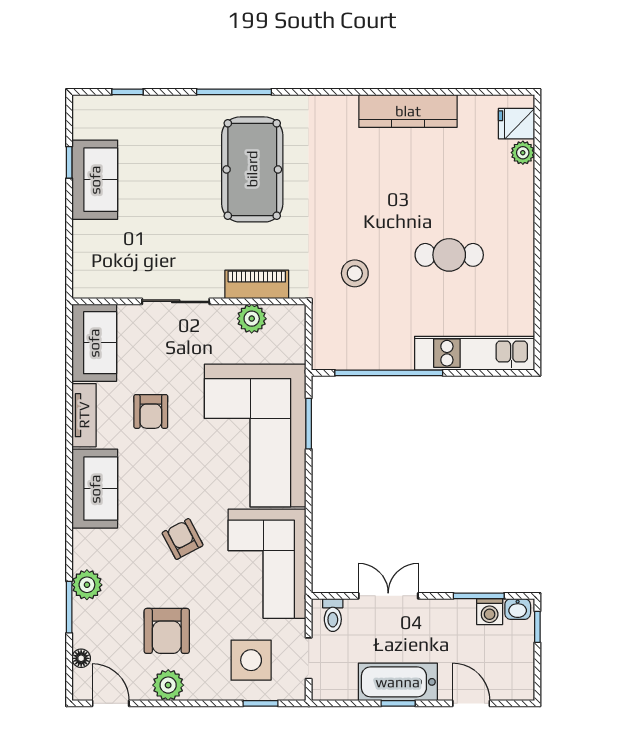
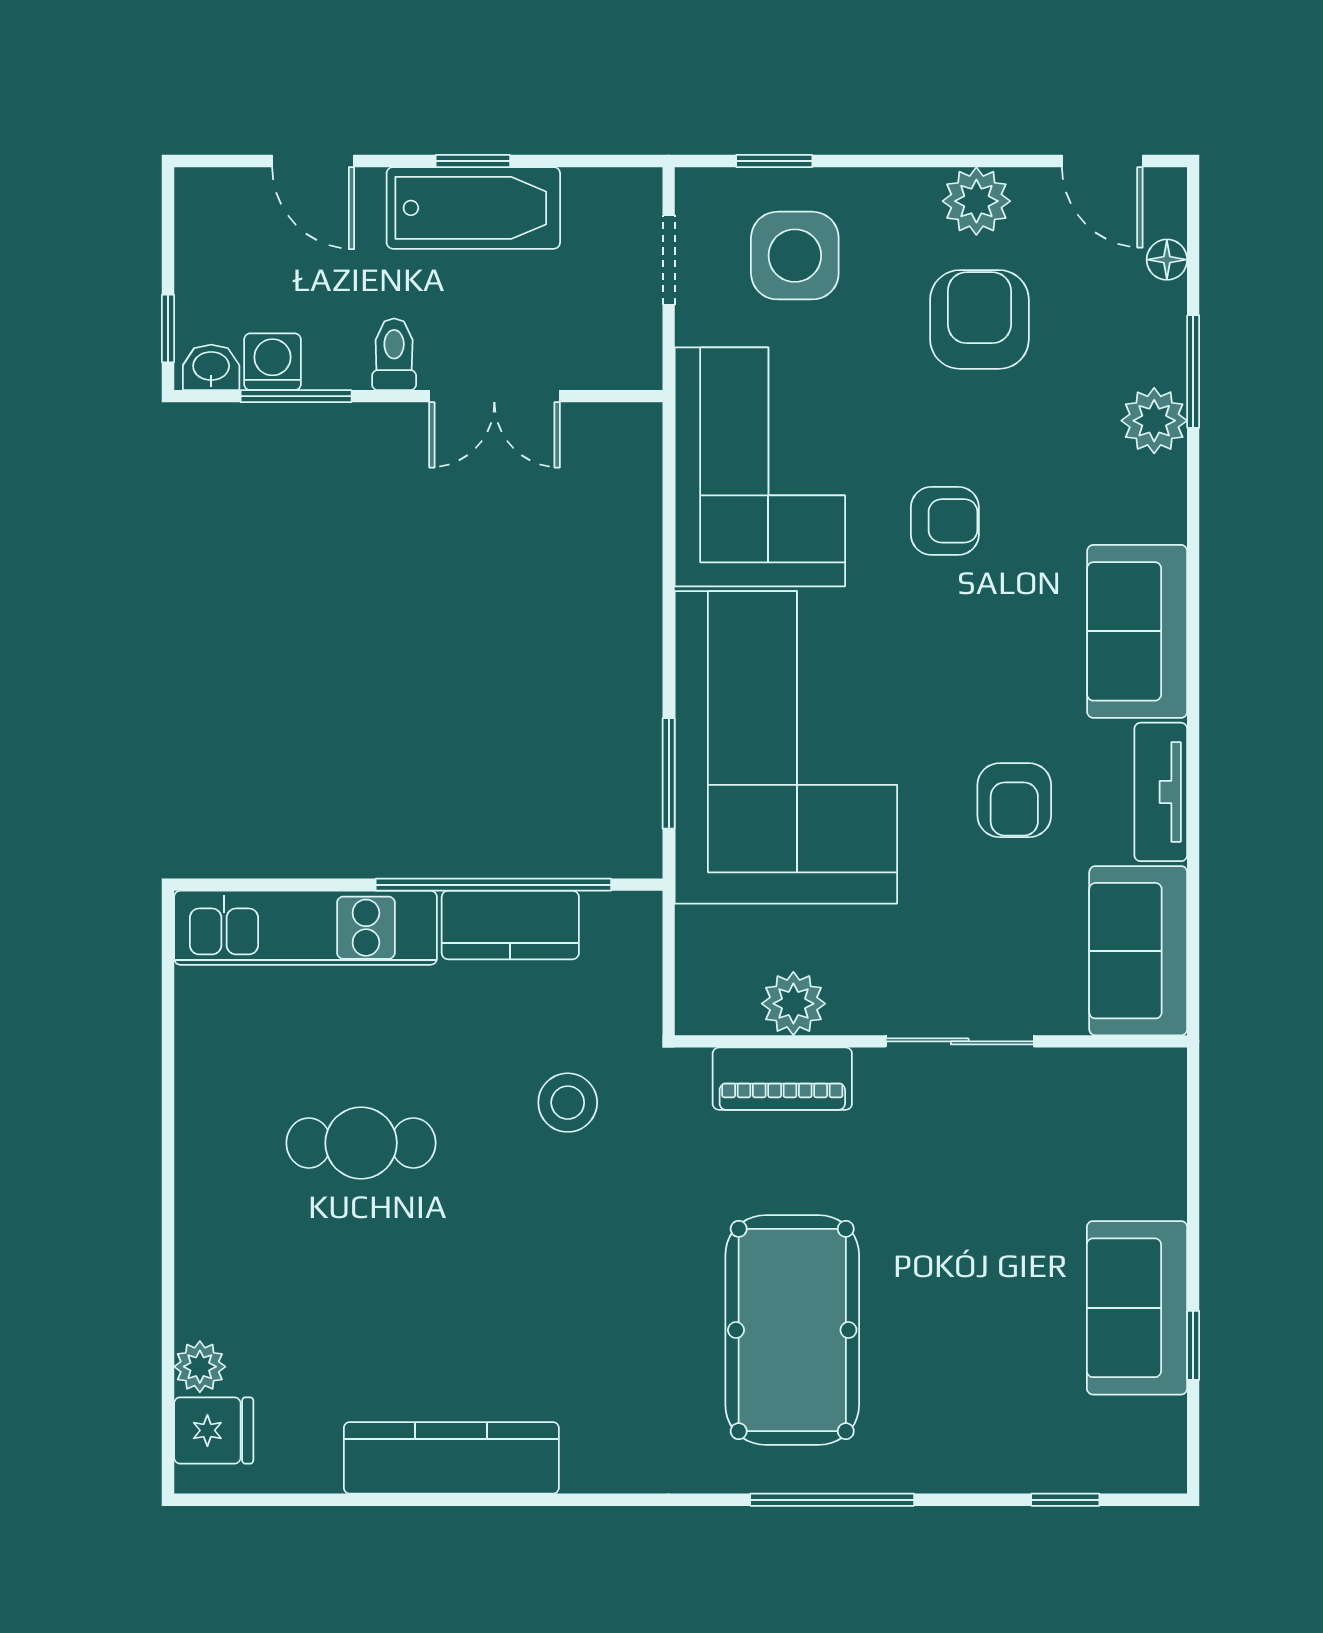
kitchen counter: (381, 354) -> (510, 925), added
armchair: (151, 411) -> (1014, 800), turned 180
armchair: (183, 539) -> (945, 521), turned -62
toilet: (333, 615) -> (394, 354), moved

